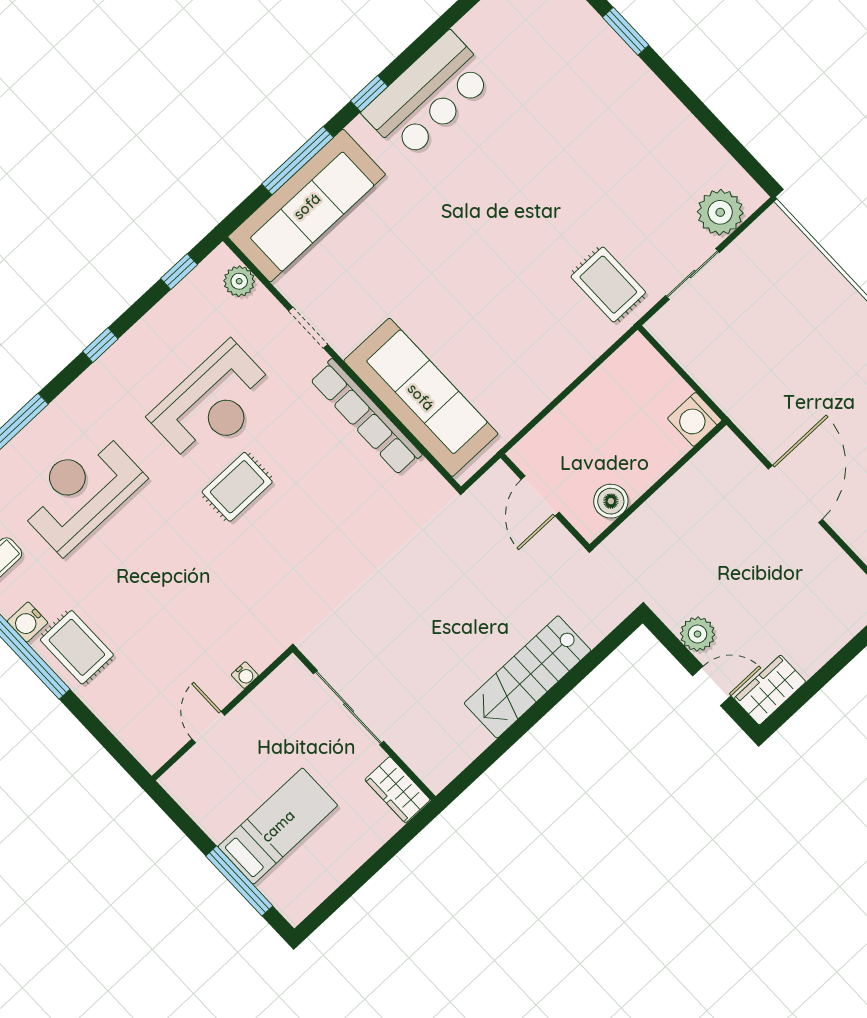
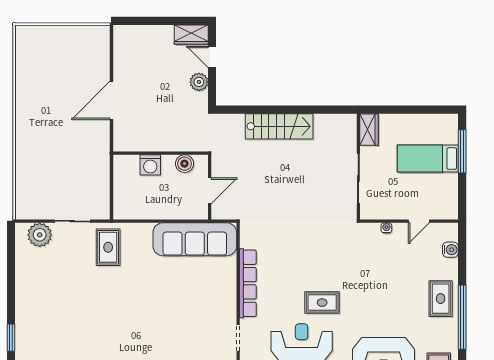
sofa: (421, 397) -> (195, 239), moved, turned -90
washing machine: (695, 419) -> (150, 165), moved, turned 90
water cooler: (27, 622) -> (450, 250), moved

